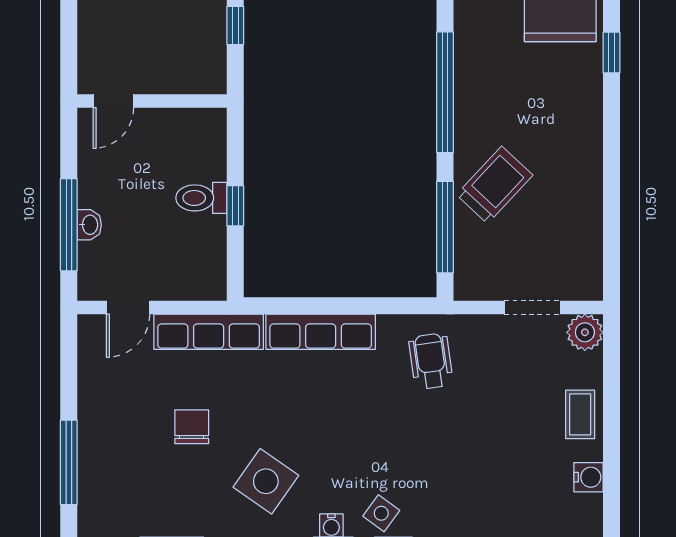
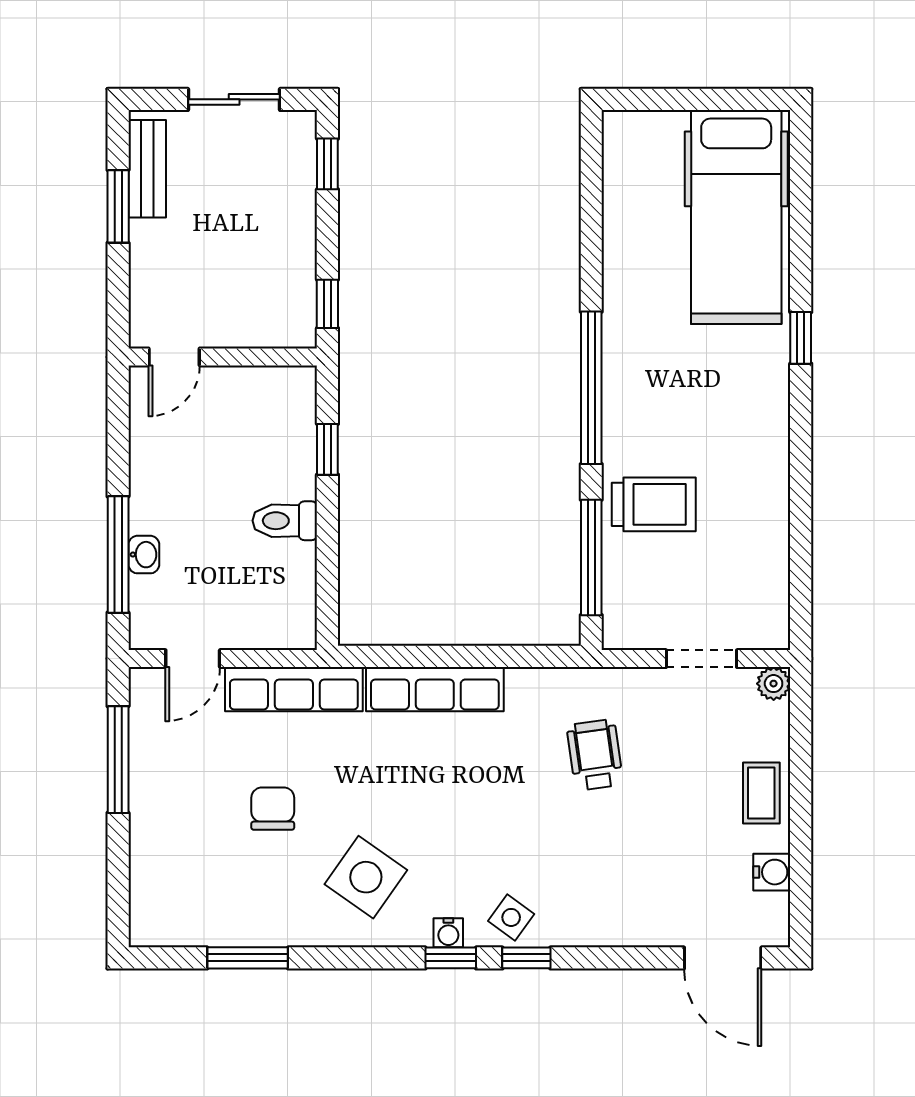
door: (113, 101) -> (174, 357), moved
wall: (152, 101) -> (223, 357), moved
trolley: (495, 185) -> (654, 504), turned 47
window: (235, 206) -> (327, 449), moved
plant: (585, 332) -> (774, 684), width x0.73, depth x0.73
wheelchair: (431, 361) -> (595, 755), moved
window: (69, 462) -> (118, 760), moved

